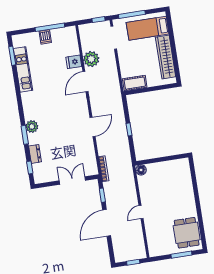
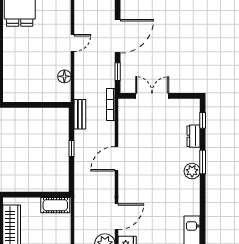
bench: (127, 157) -> (80, 114), added
floor lamp: (141, 170) -> (64, 76), moved
double door: (72, 180) -> (152, 96), swing flipped

